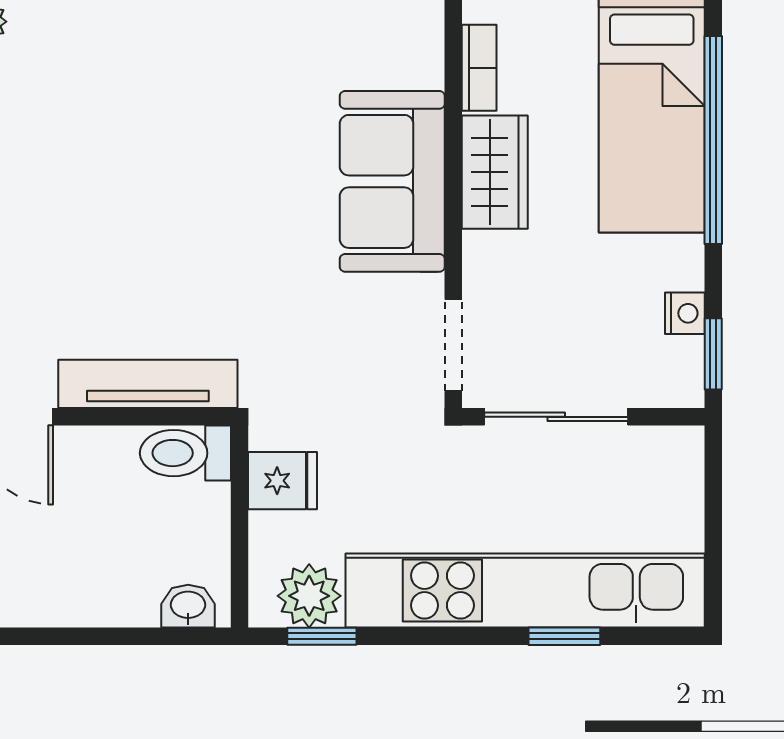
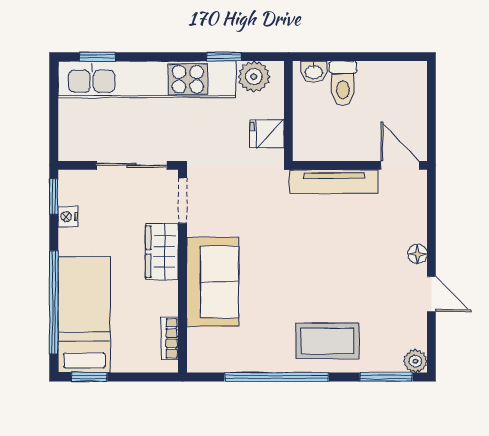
coffee table: (160, 62) -> (327, 341), added
wardrobe: (495, 172) -> (162, 252), moved
toilet: (185, 453) -> (343, 83), moved, turned 90
window: (322, 636) -> (224, 57), moved
window: (564, 636) -> (97, 57), moved

